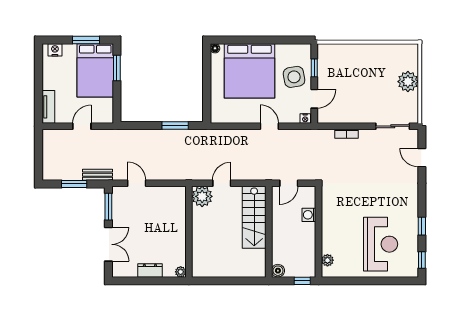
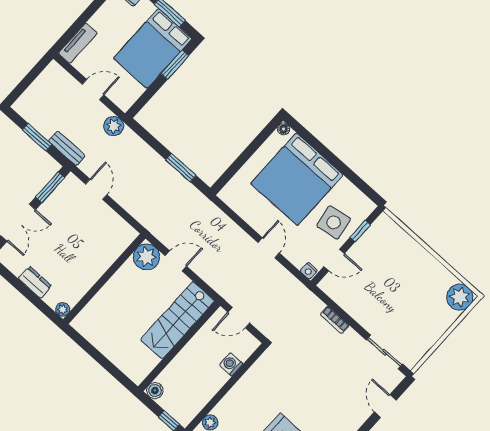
plant: (408, 82) -> (460, 297), moved
plant: (113, 137) -> (114, 126), added

